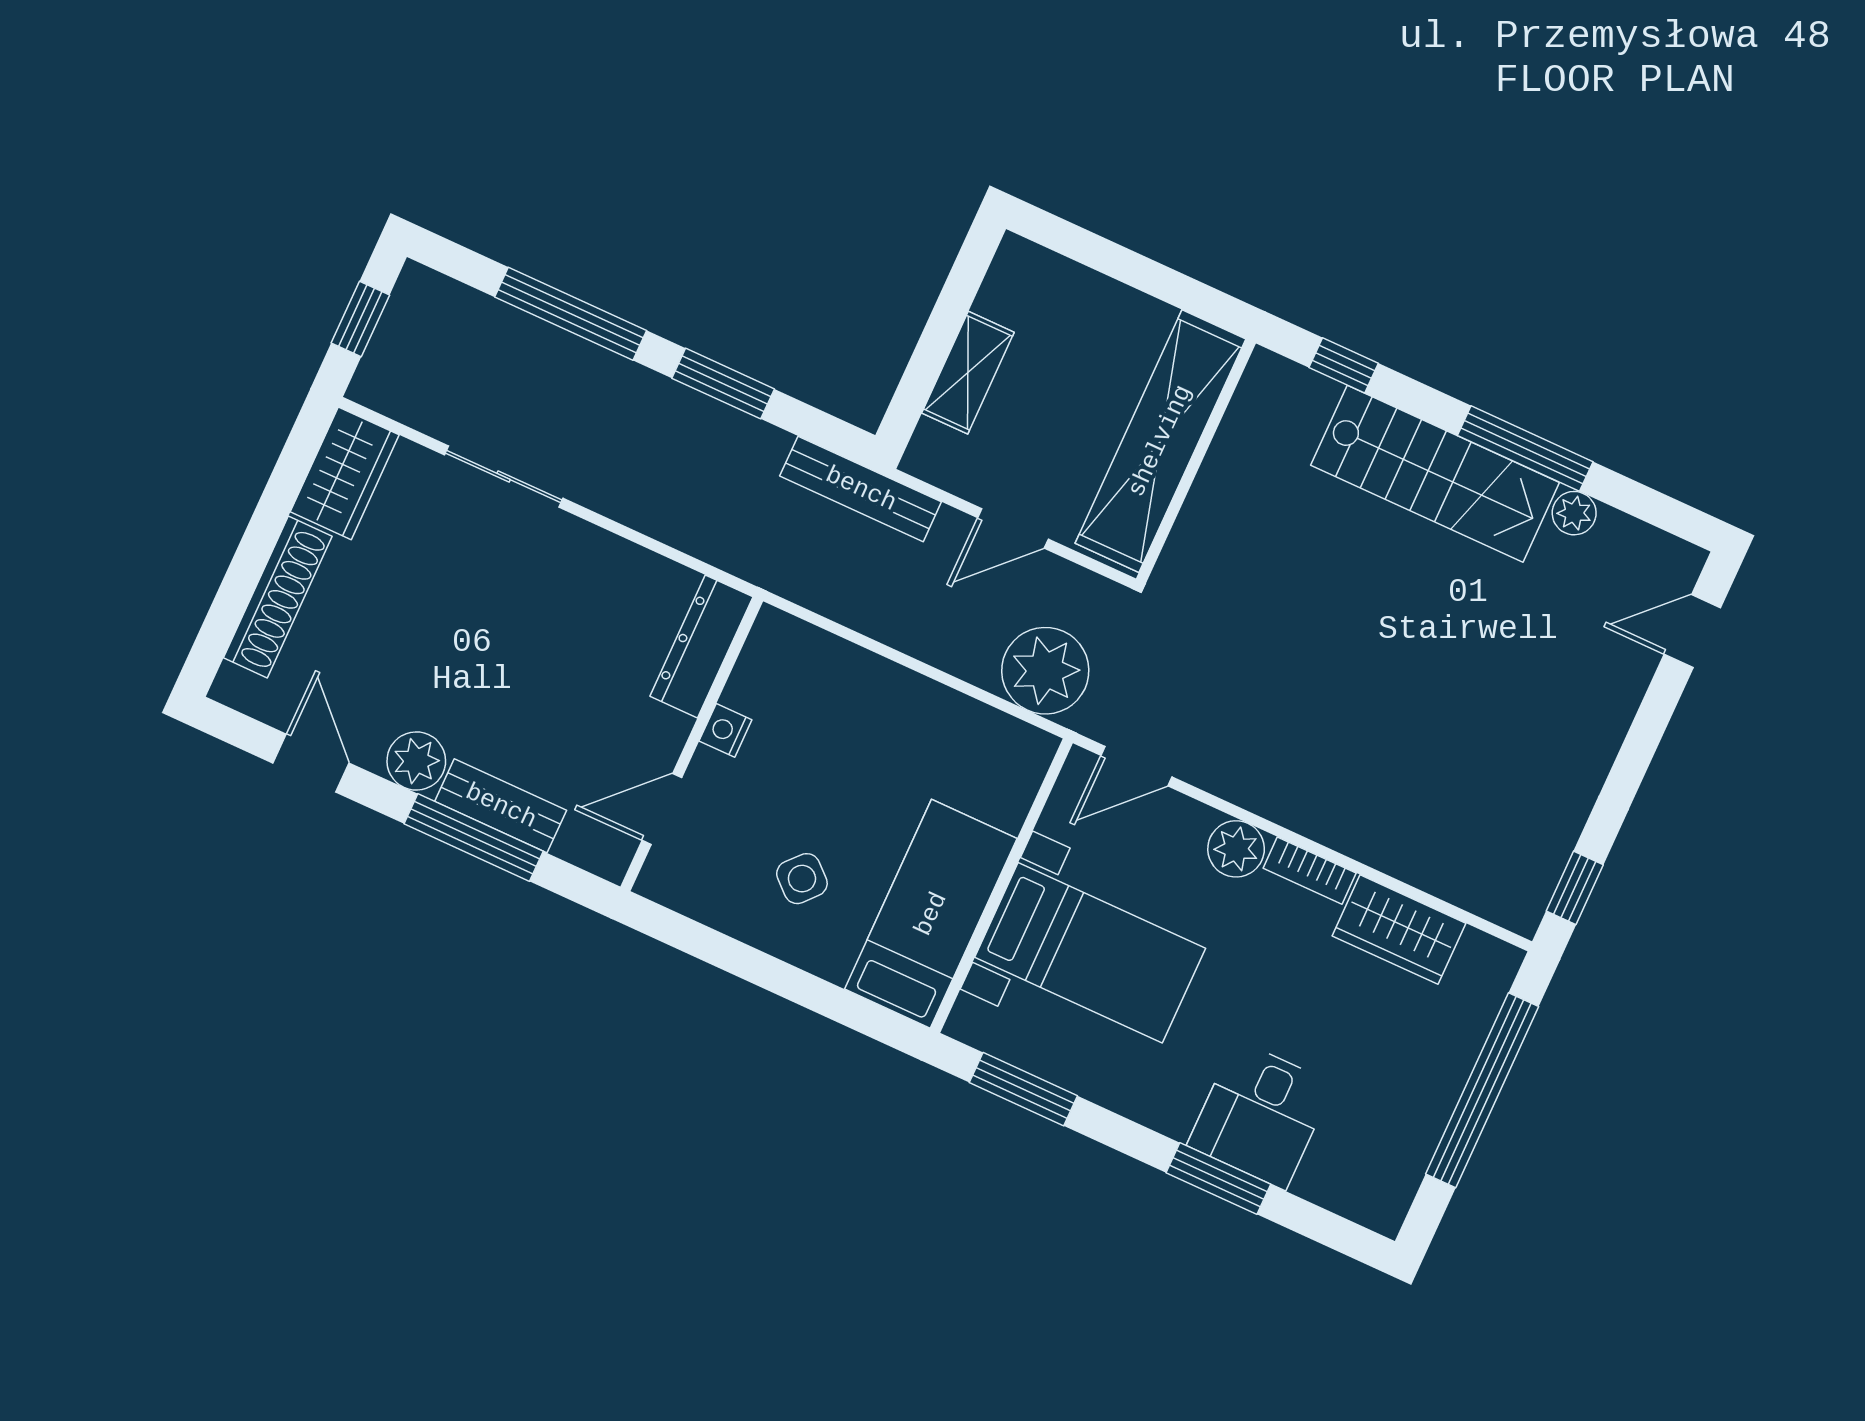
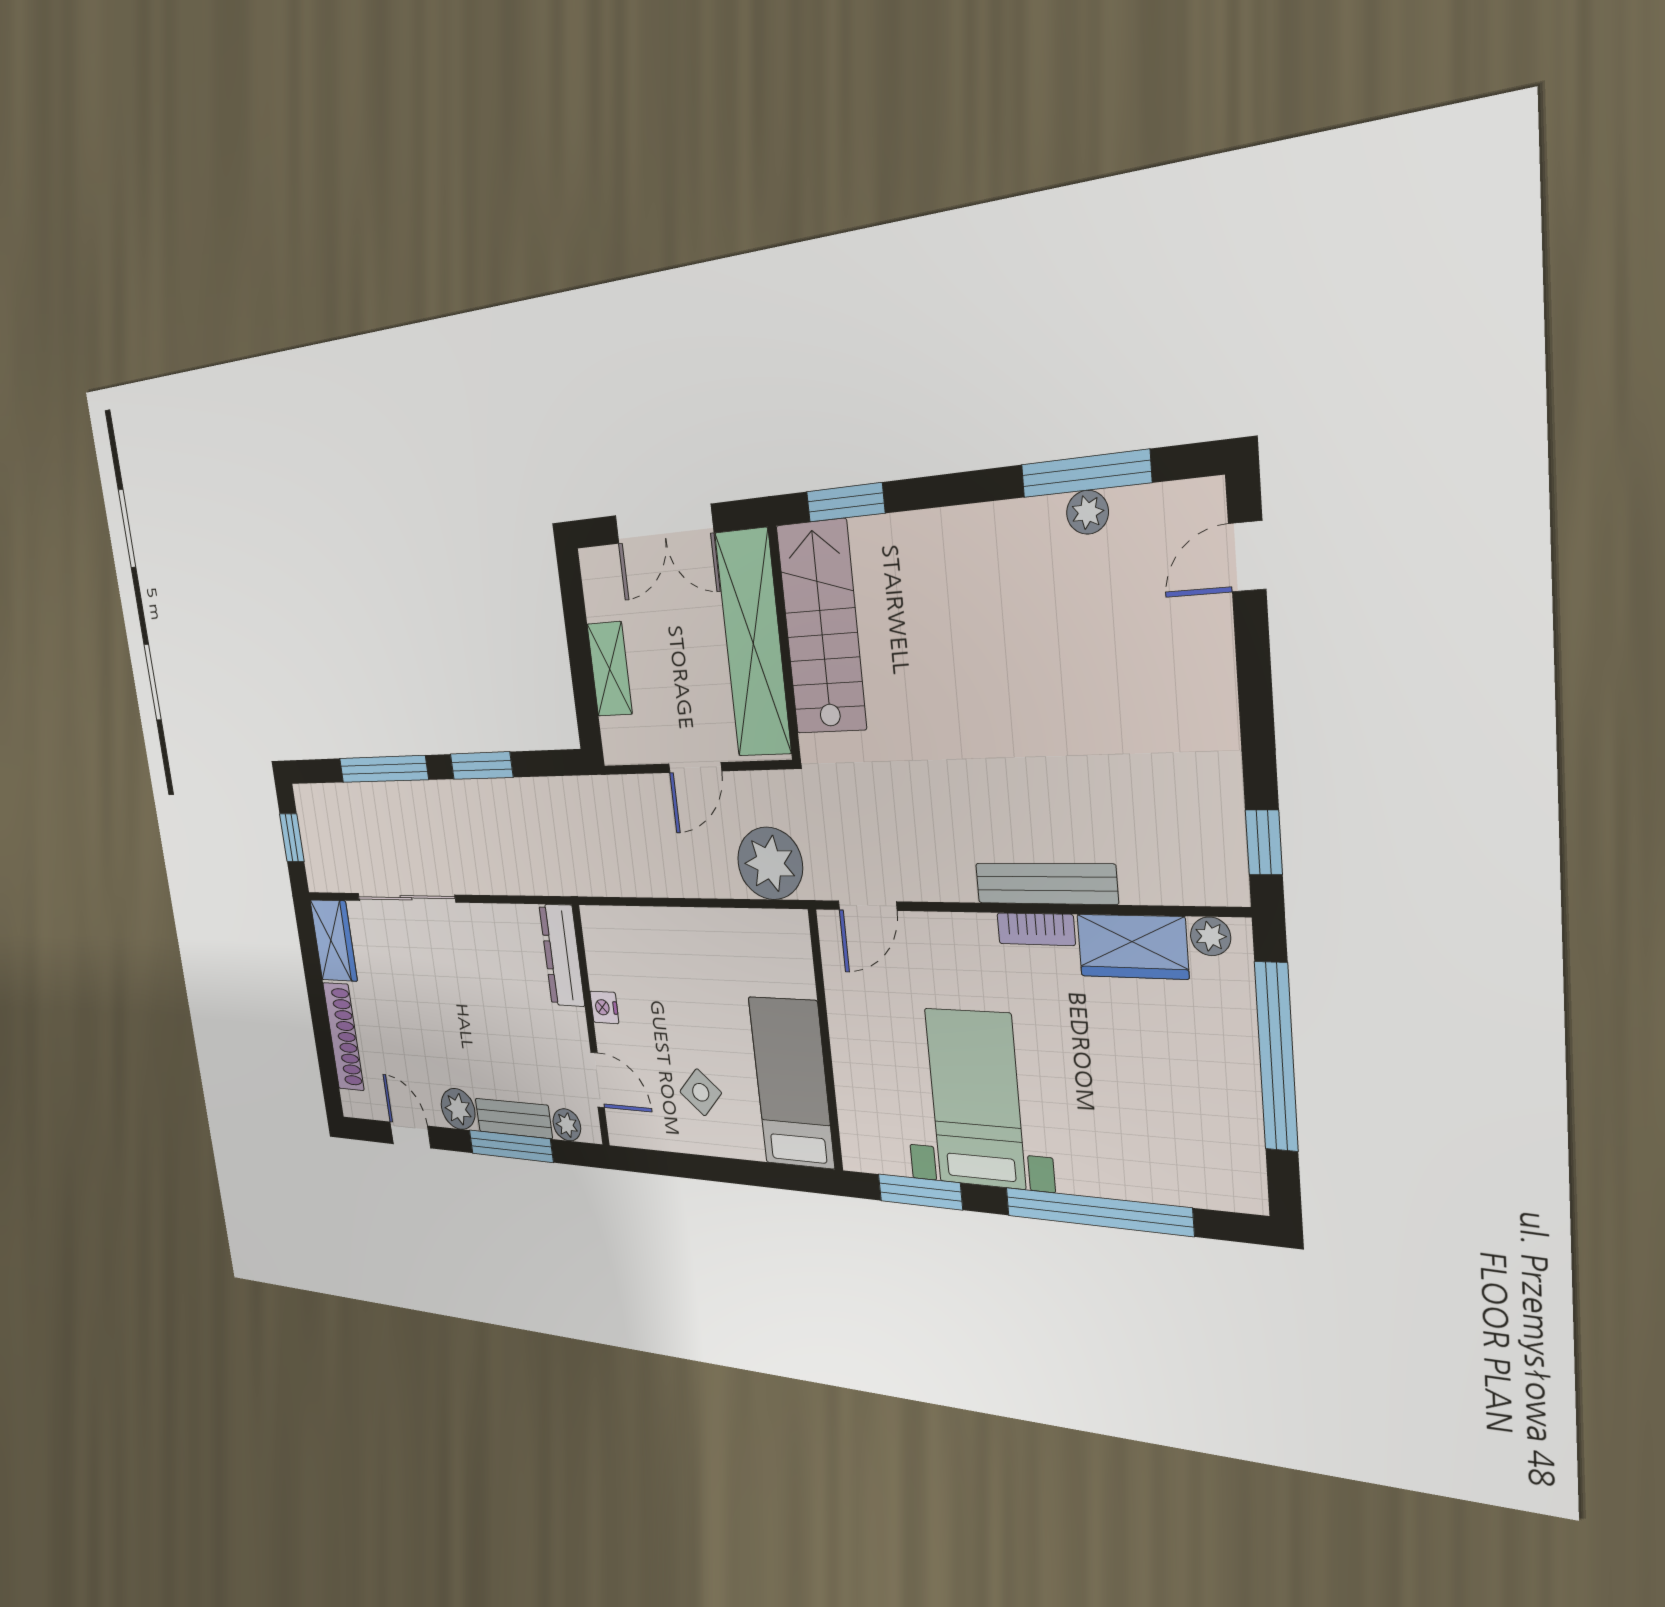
double door: (1128, 267) -> (664, 524), added
window: (1344, 365) -> (846, 502), width x1.50
window: (1525, 449) -> (1086, 474), moved
stairs: (1435, 474) -> (822, 628), moved, turned -90
sliding door: (504, 476) -> (406, 898), width x1.37
bench: (861, 489) -> (1046, 884), moved
door: (662, 809) -> (598, 1080), swing flipped
plant: (580, 844) -> (567, 1125), added
plant: (1236, 849) -> (1211, 936), moved, width x0.73, depth x0.73
bed with nightstands: (1090, 953) -> (975, 1099), moved, turned -90
desk: (1260, 1115) -> (1103, 1147), removed
window: (1218, 1178) -> (1098, 1212), width x2.11

